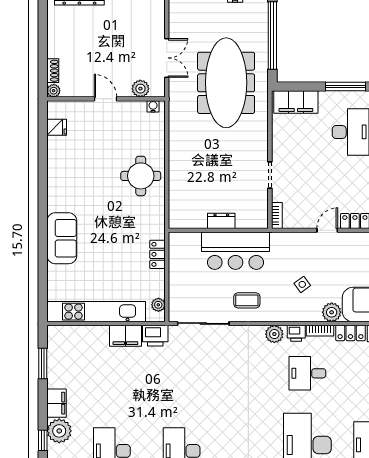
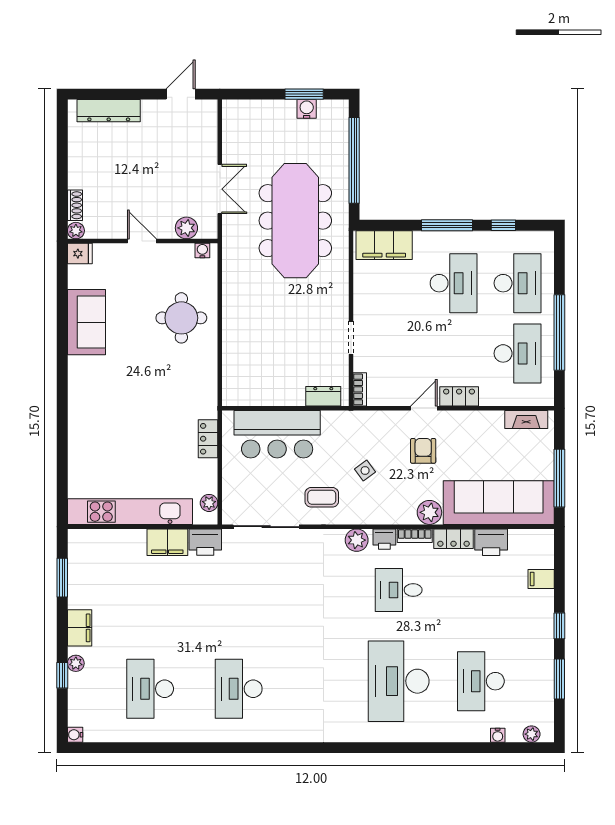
fridge: (57, 127) -> (80, 254), moved
round table: (141, 176) -> (181, 318), moved
dresser: (221, 221) -> (323, 396), moved
sofa: (62, 238) -> (86, 322), moved
bar counter: (236, 251) -> (277, 434), moved
armchair: (327, 264) -> (423, 451), added
side table: (302, 284) -> (365, 471), moved
plant: (59, 431) -> (76, 663), width x0.53, depth x0.53

